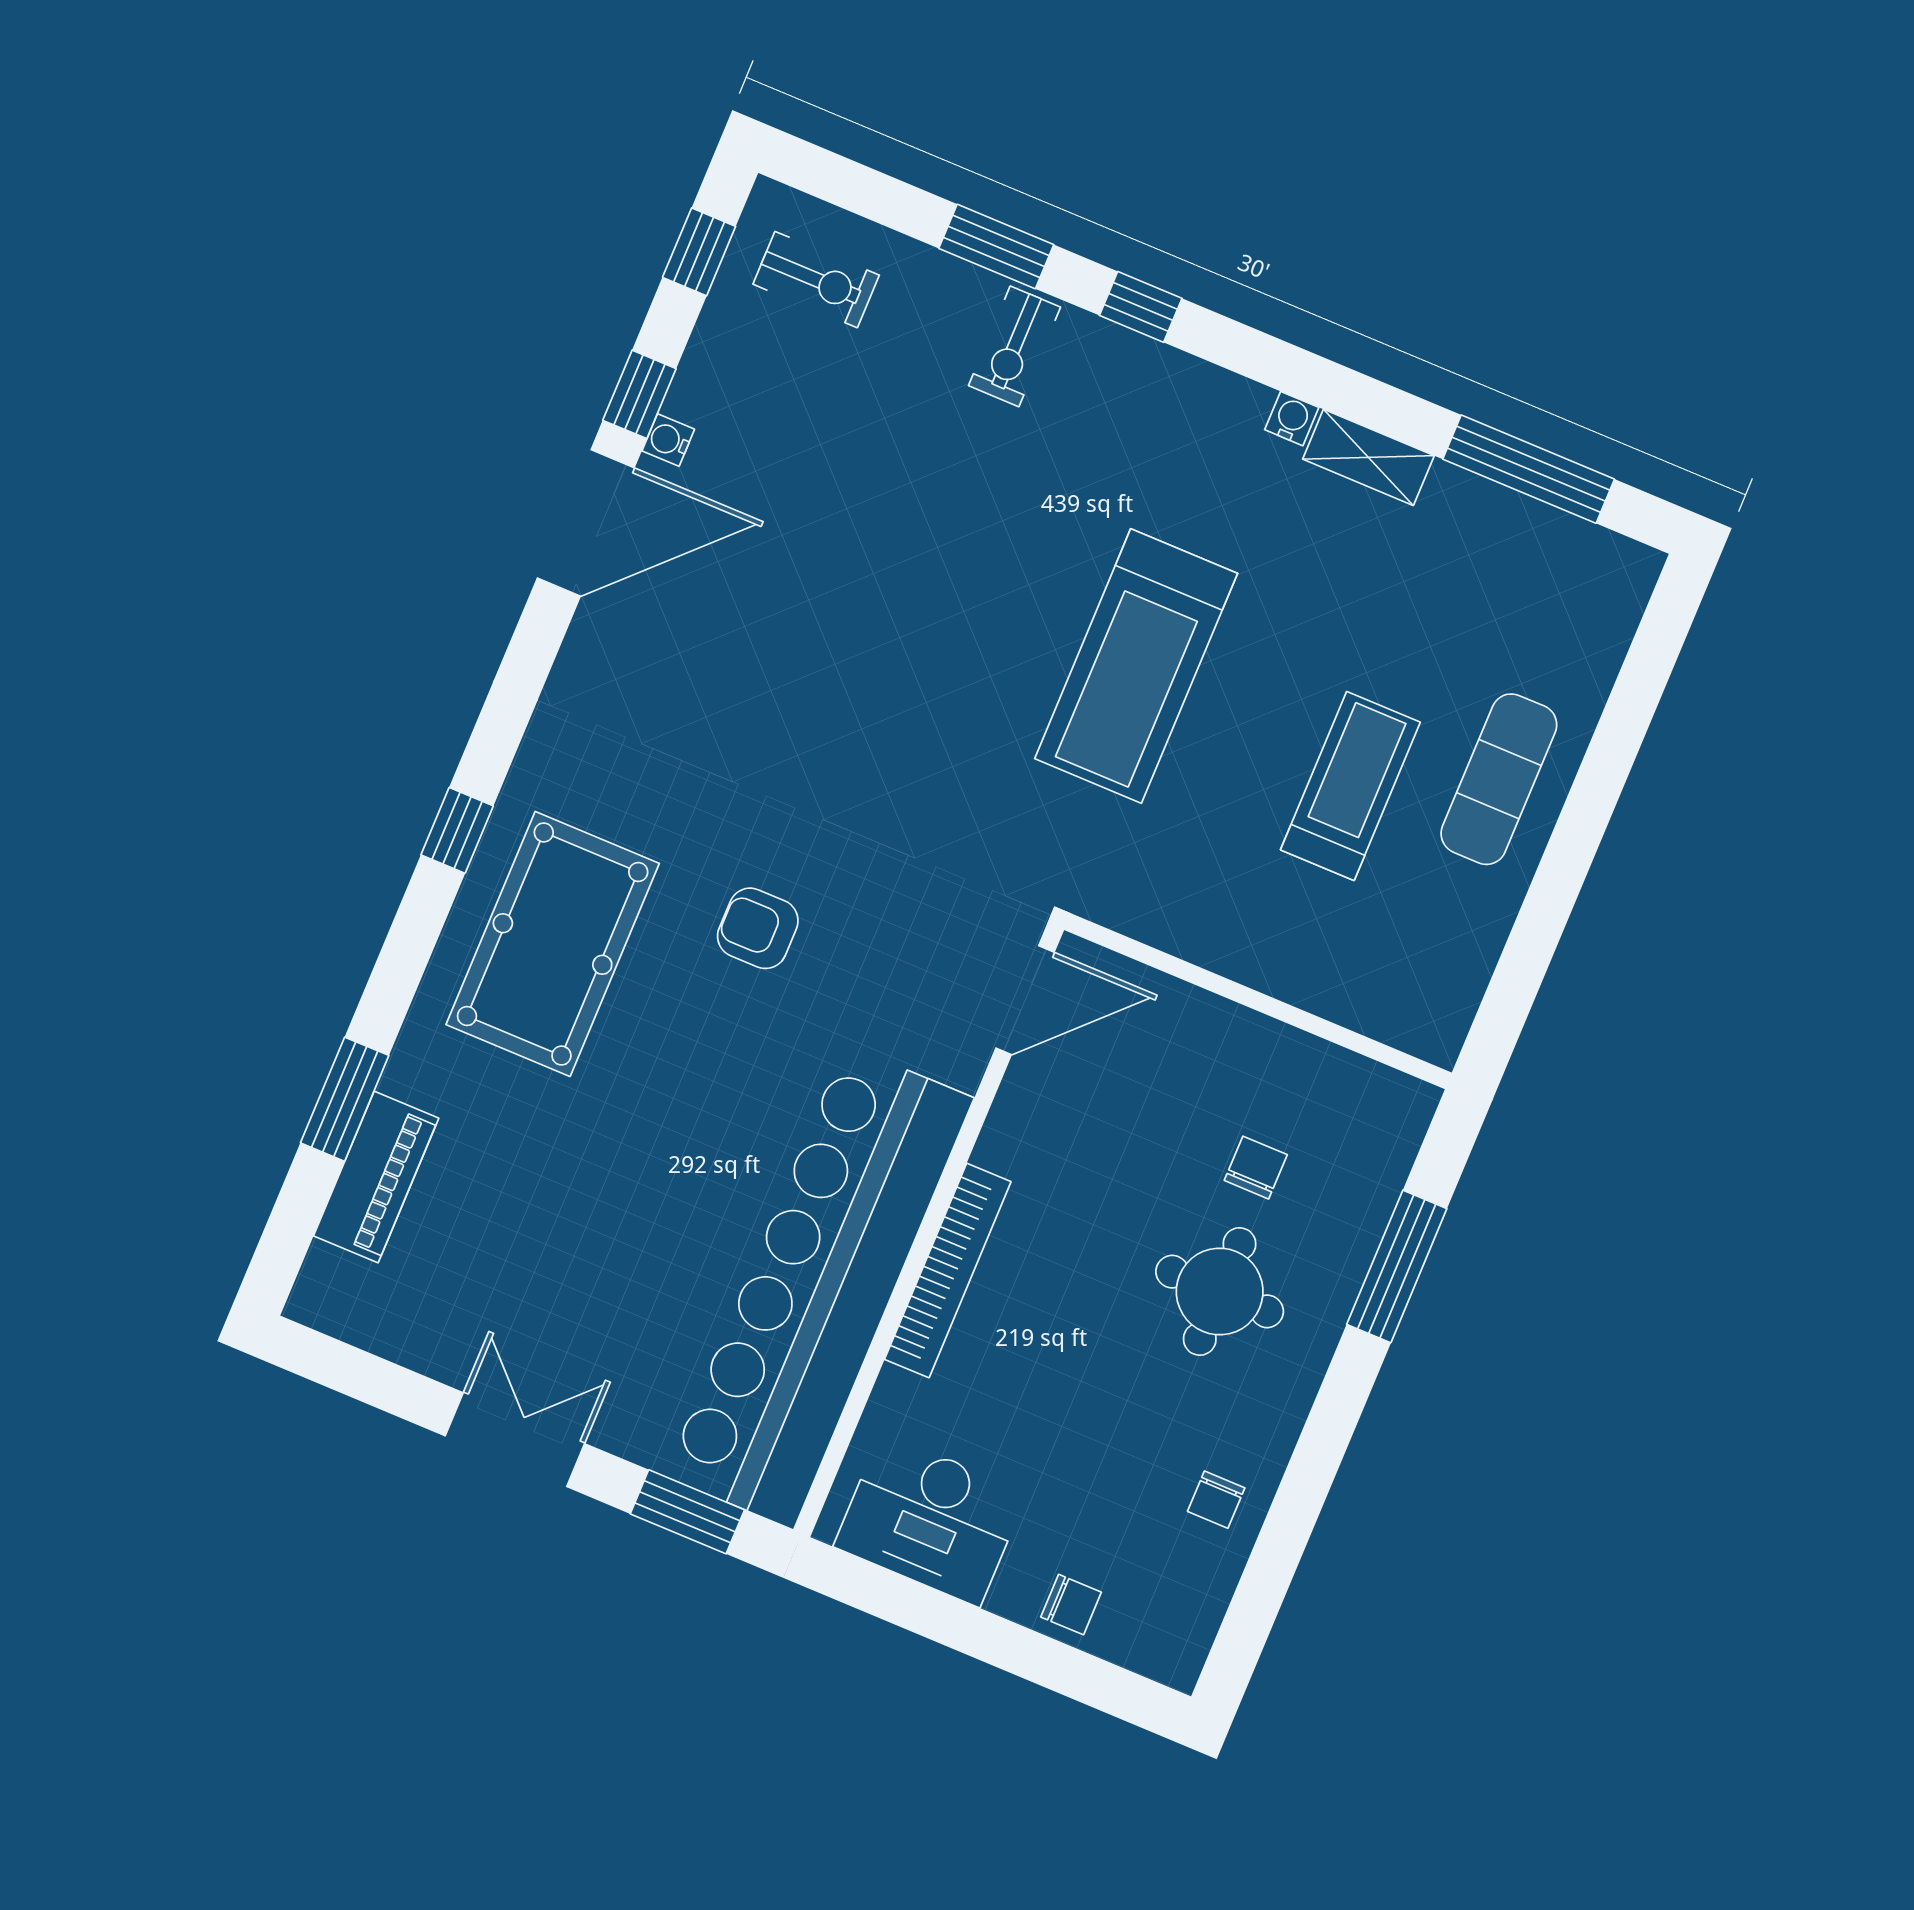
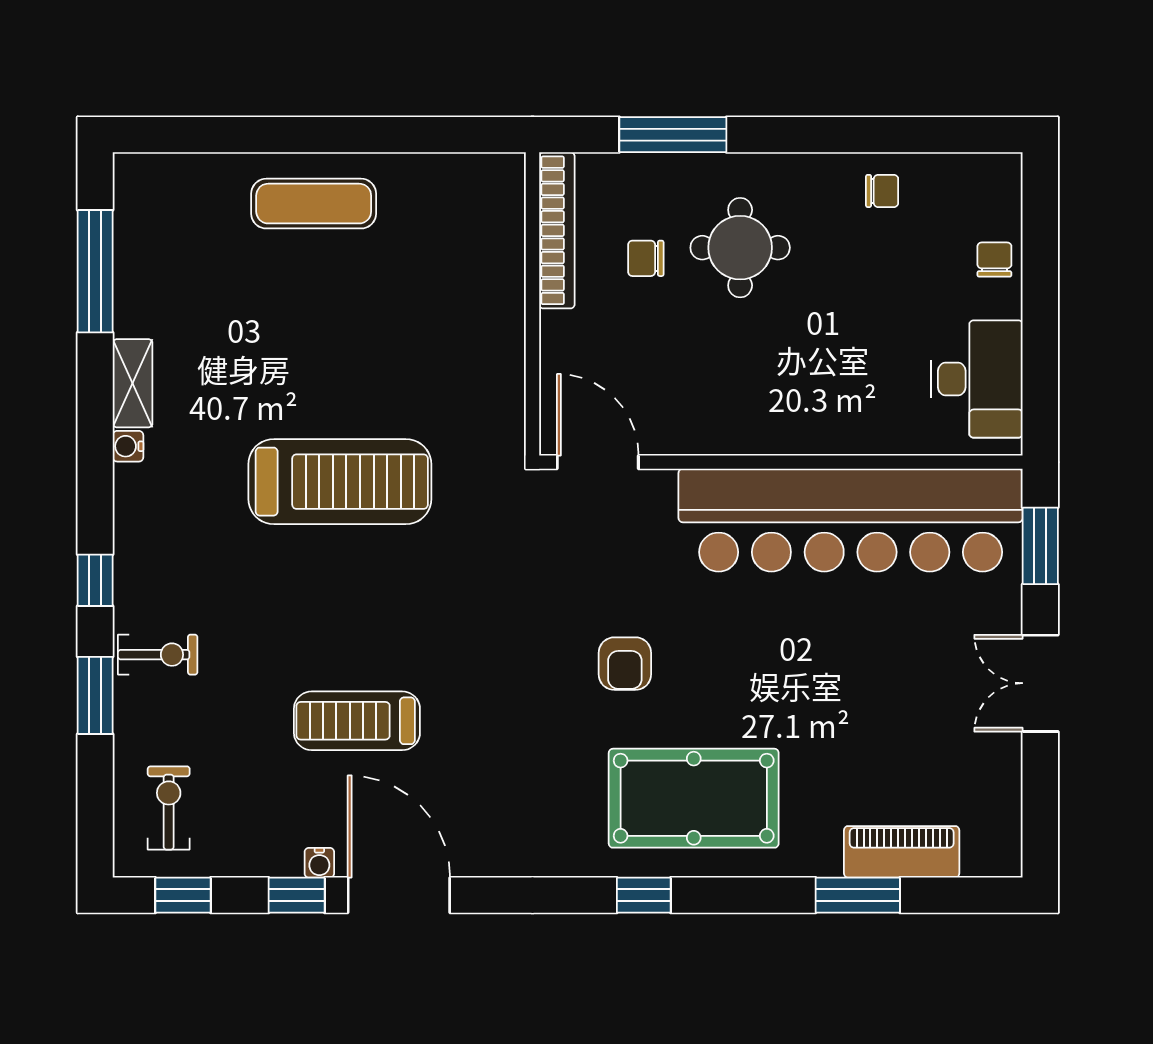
treadmill: (1350, 786) -> (357, 721), moved
bookcase: (948, 1271) -> (557, 230), moved, turned 90

